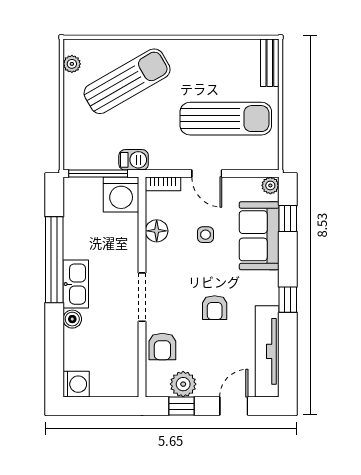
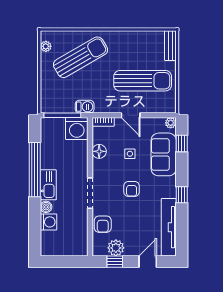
armchair: (215, 308) -> (132, 189), moved
washing machine: (76, 384) -> (48, 222), moved

